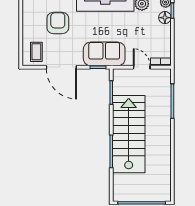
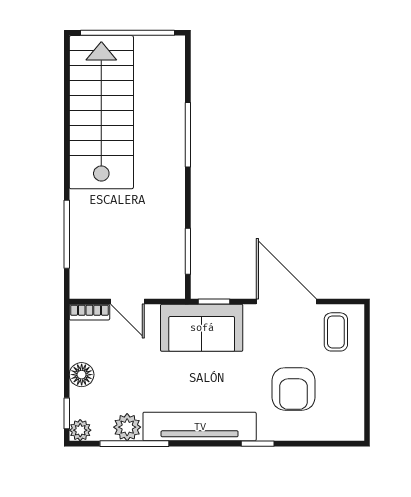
floor lamp: (165, 18) -> (82, 375), moved
stairs: (129, 134) -> (101, 112), moved, turned 180

